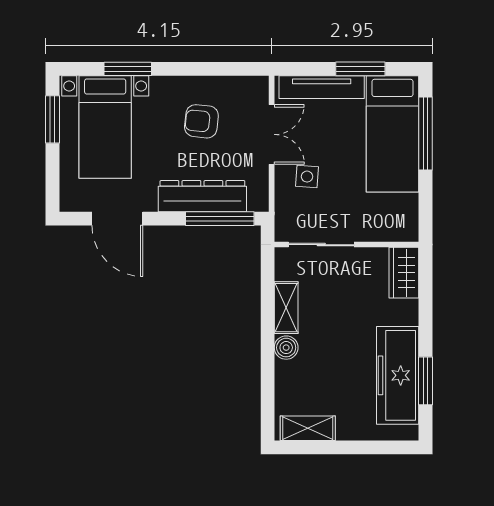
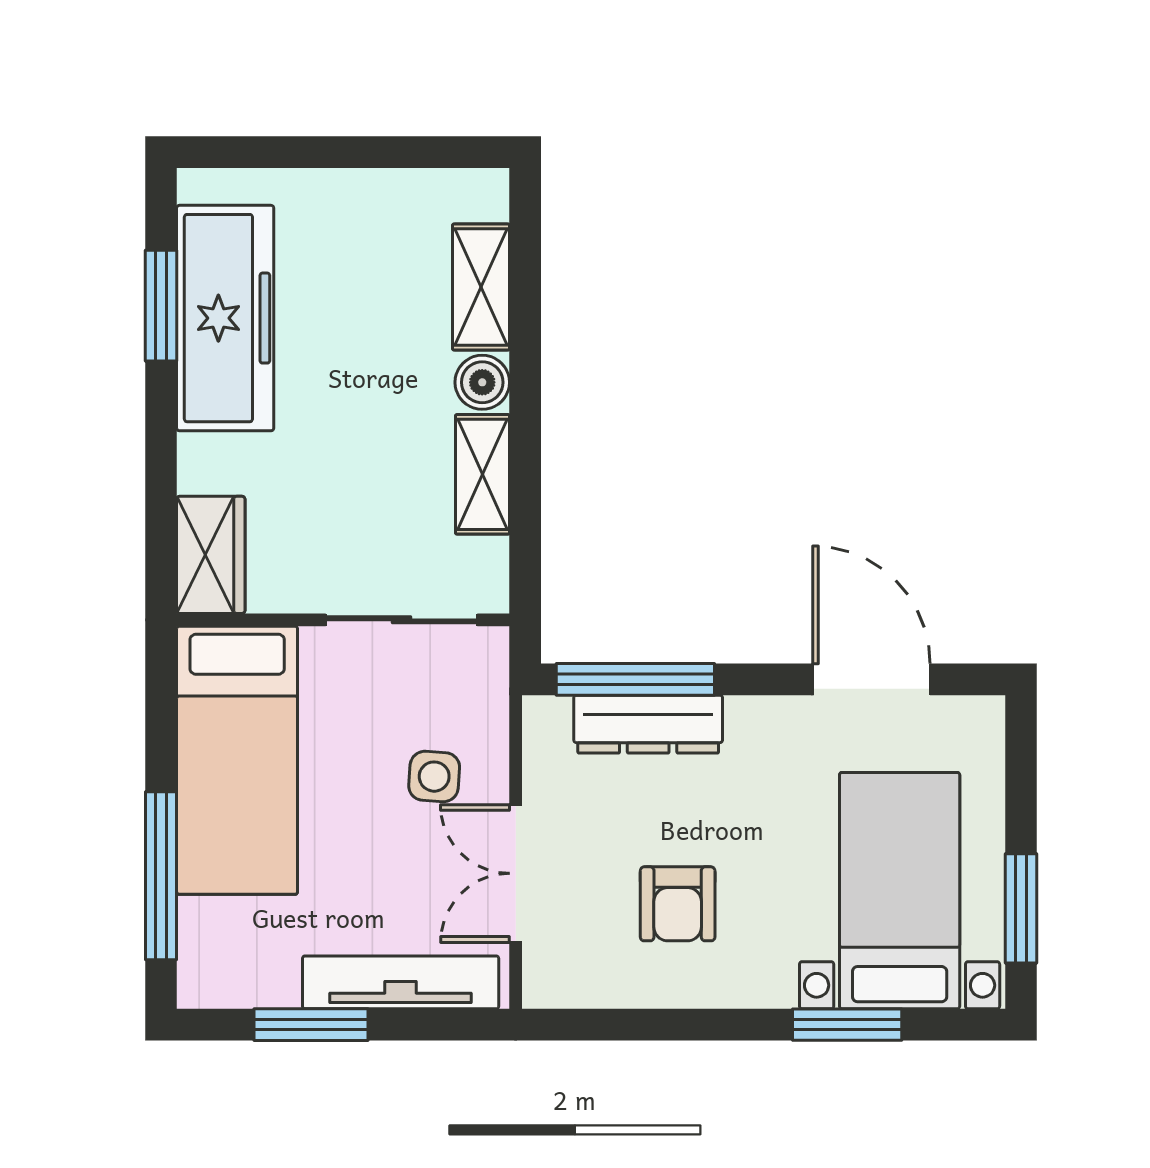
armchair: (201, 121) -> (678, 904), turned 84
bed: (393, 134) -> (237, 760), moved, turned 180
dresser: (202, 196) -> (648, 724), width x0.73, depth x0.80
shelving: (308, 428) -> (481, 287), moved, turned 90

